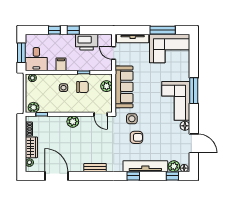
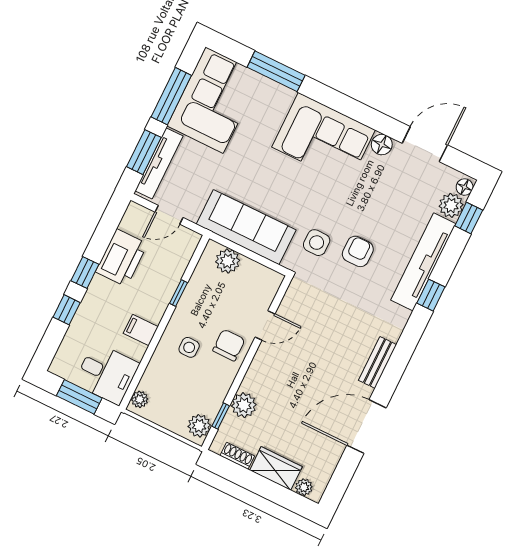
window: (134, 30) -> (144, 152), added
chair: (83, 87) -> (229, 345), moved
window: (194, 91) -> (276, 71), moved
door: (101, 114) -> (265, 325), moved
plant: (73, 122) -> (244, 405), moved
door: (56, 176) -> (366, 427), moved

